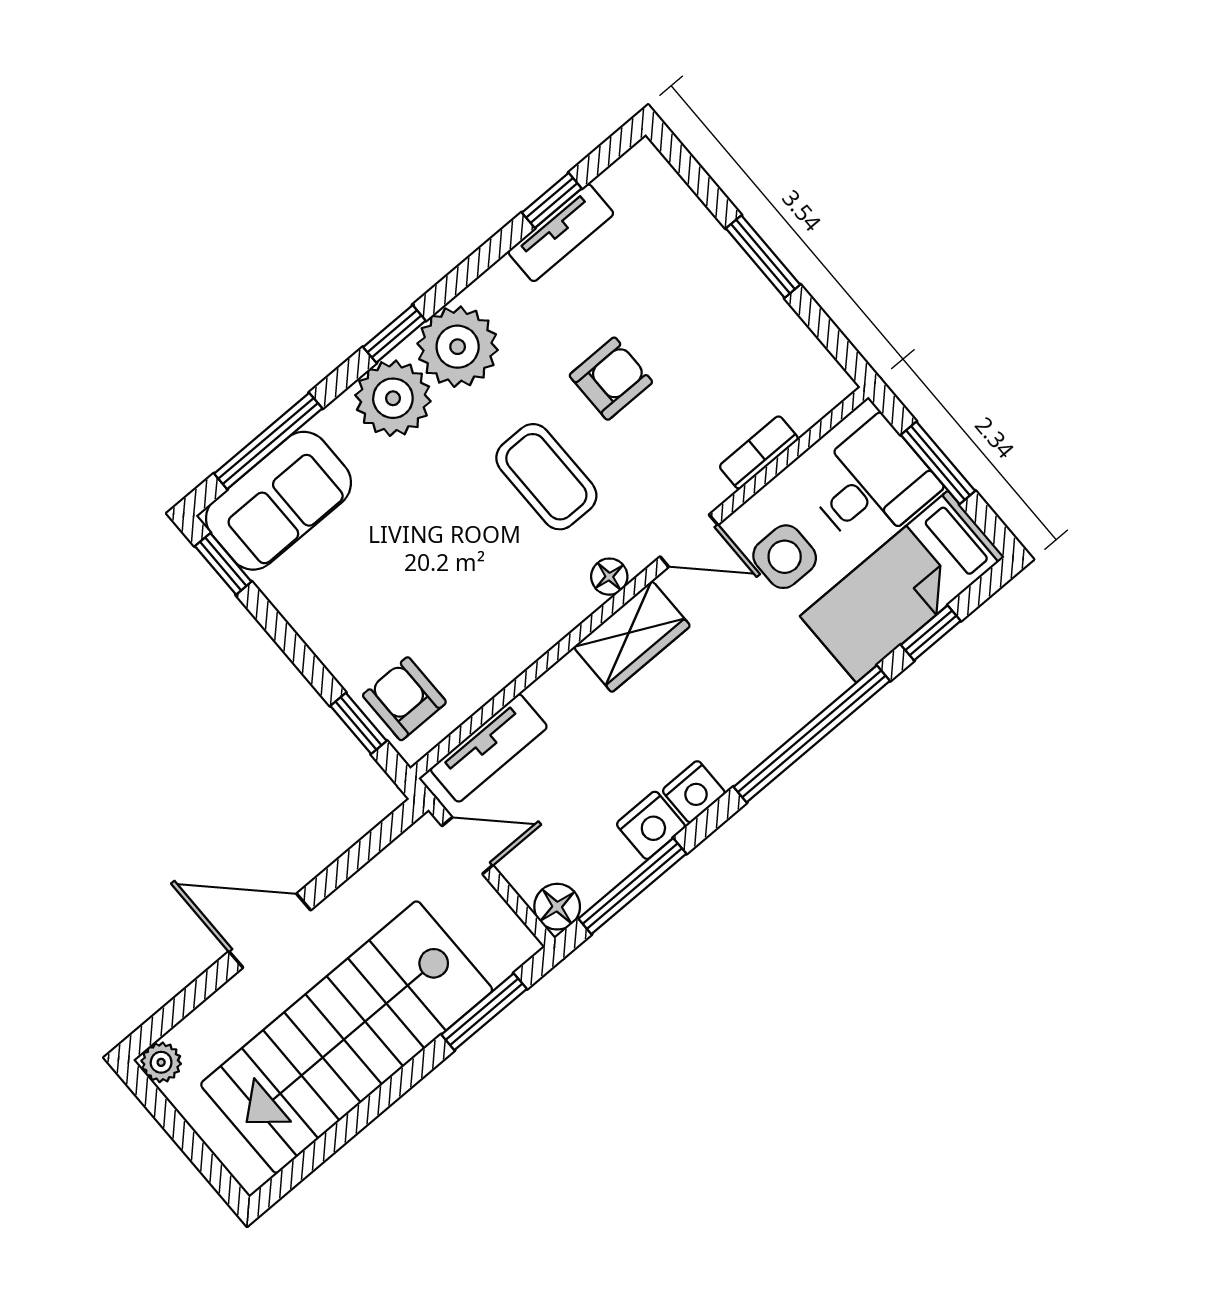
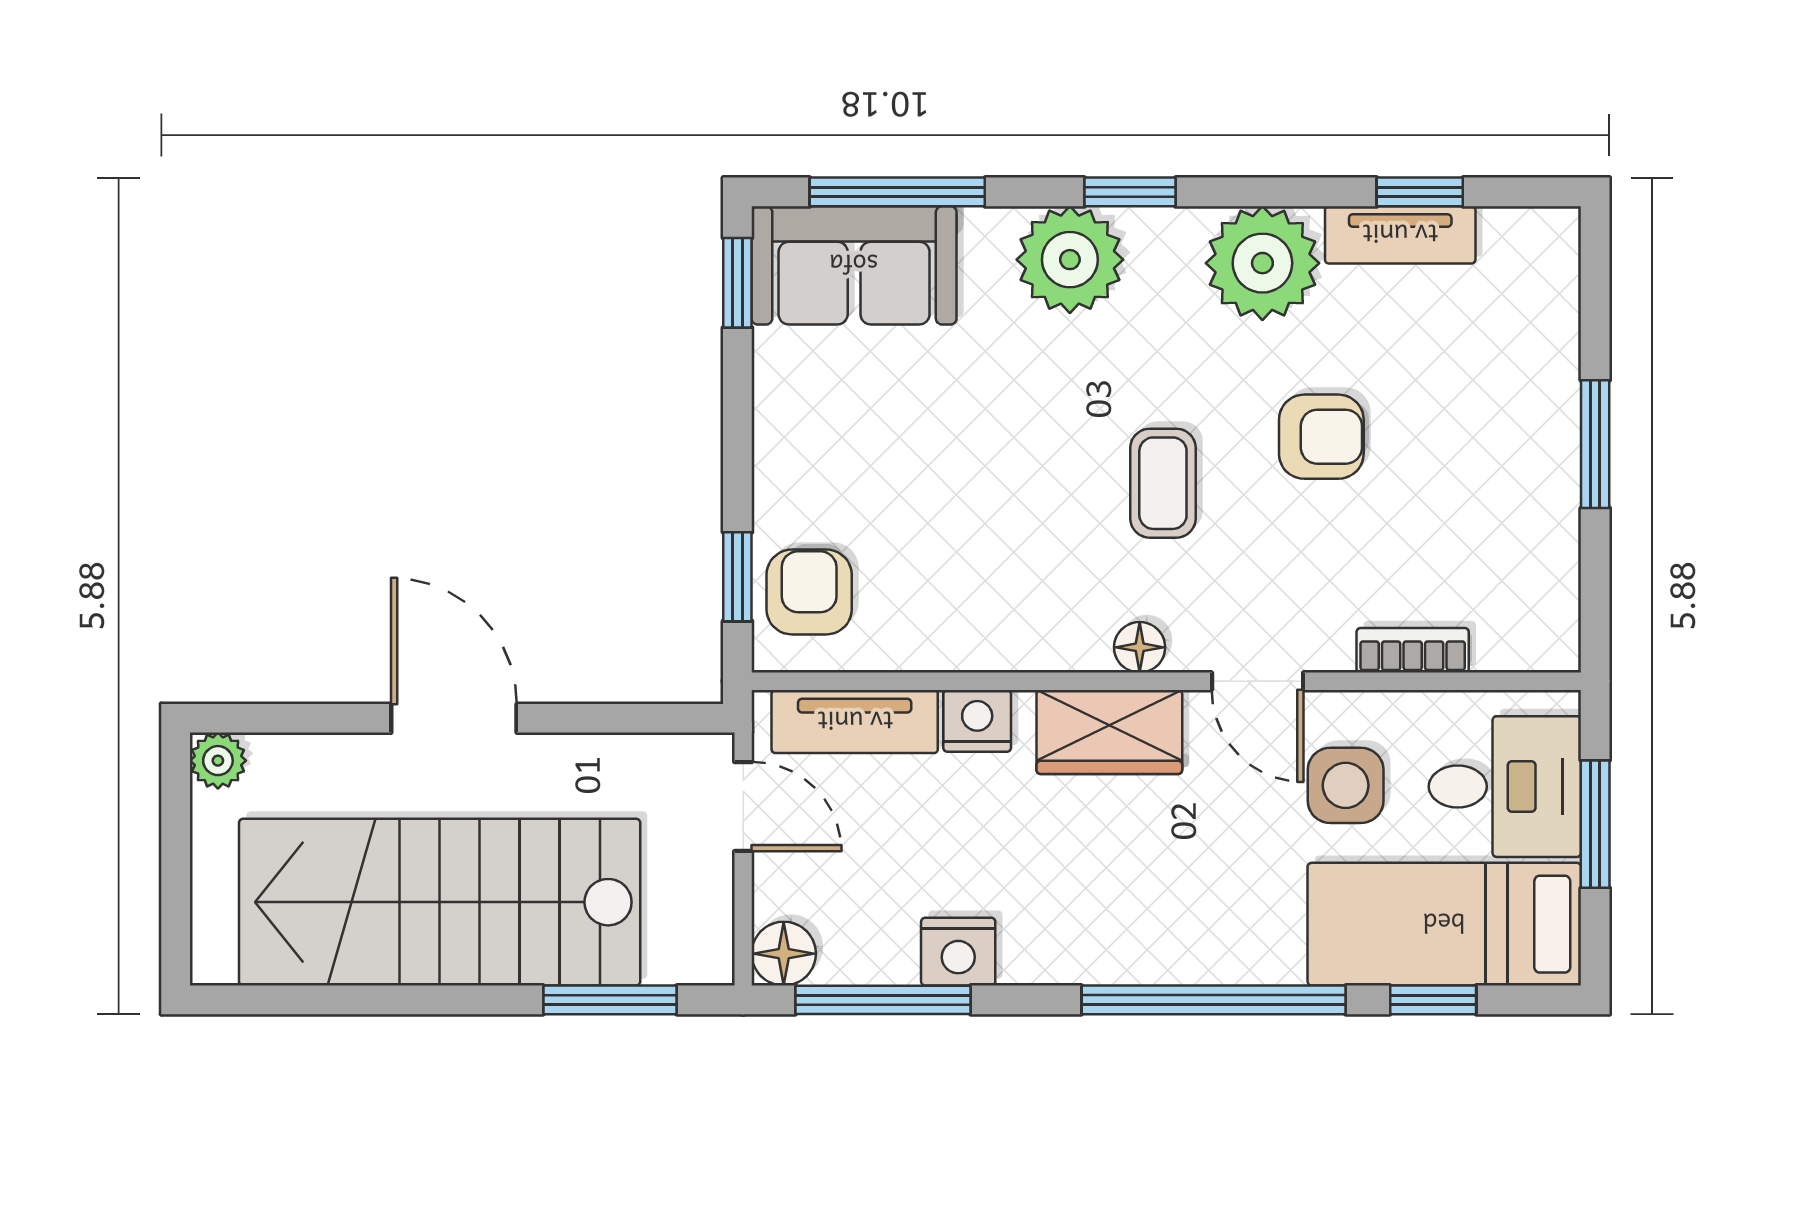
plant: (458, 347) -> (1262, 263), moved
coffee table: (546, 477) -> (1163, 483), width x0.73, depth x0.77
nightstand: (694, 792) -> (977, 721), moved, turned 180

